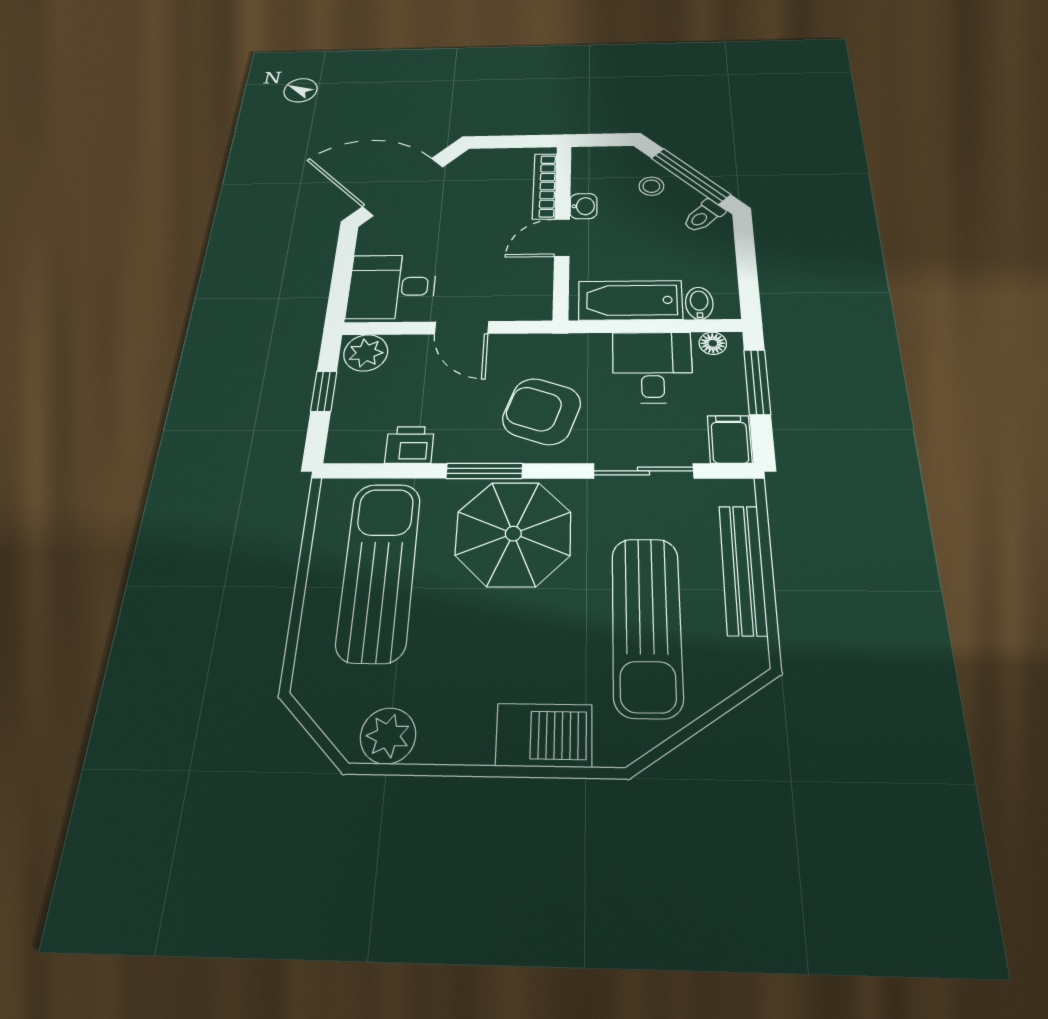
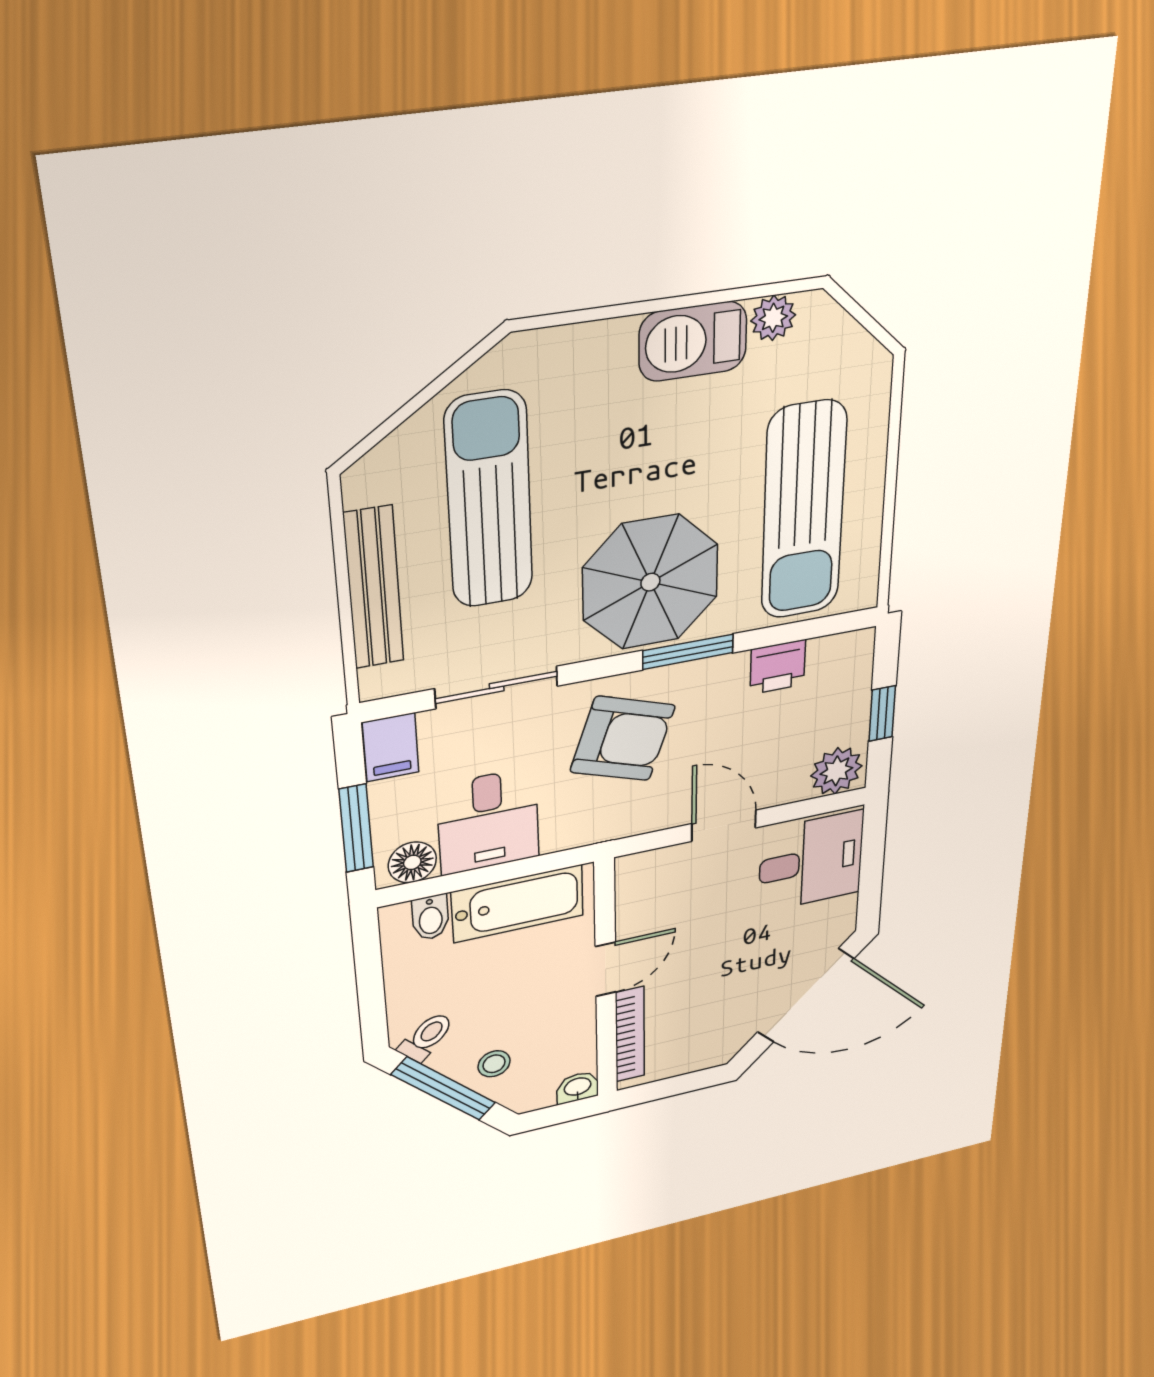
washbasin: (584, 206) -> (578, 1087), moved, turned 90
floor lamp: (713, 343) -> (412, 862), width x1.37, depth x1.37
barbecue: (544, 735) -> (693, 341), moved
plant: (388, 736) -> (773, 318), width x0.73, depth x0.73

